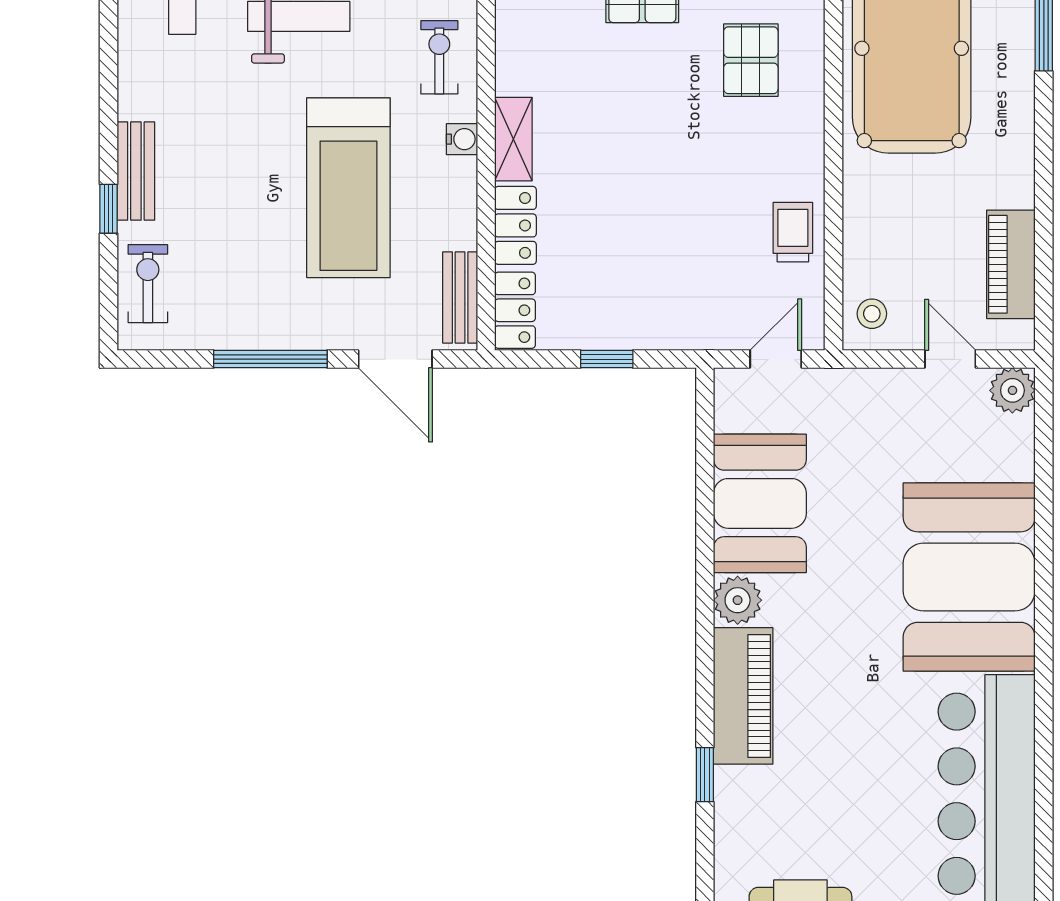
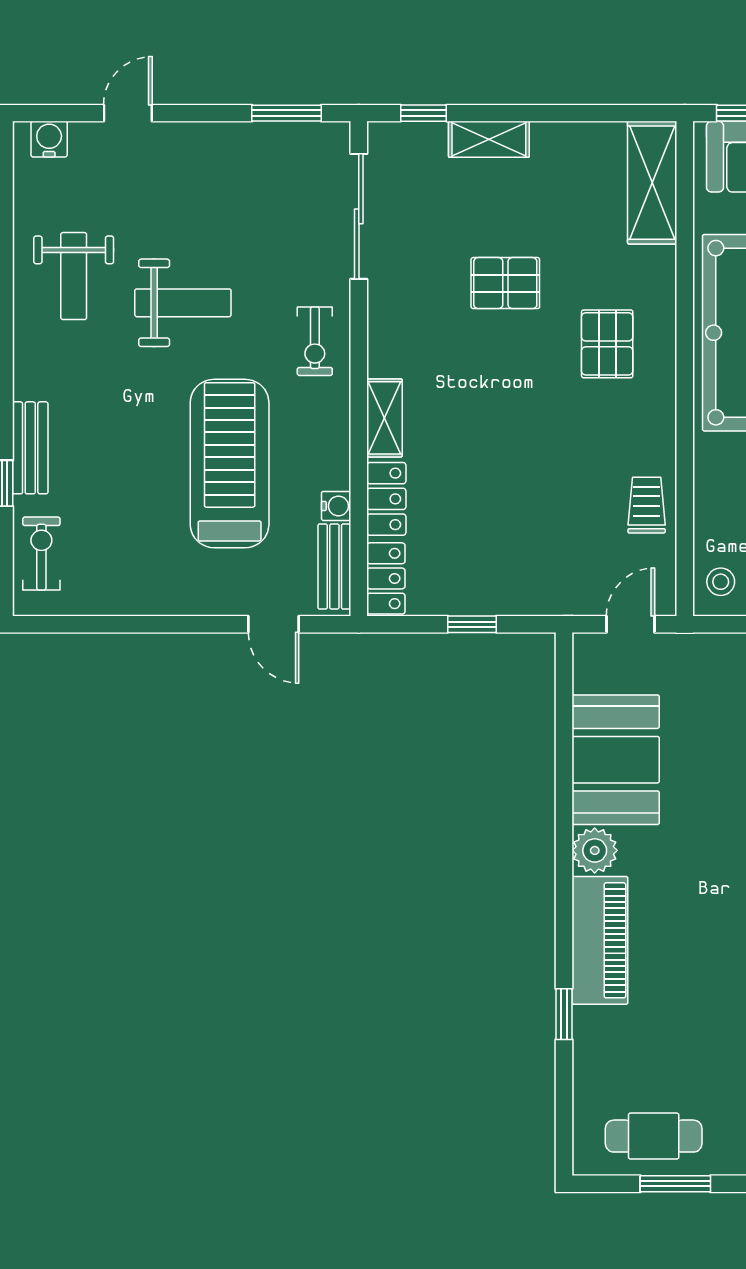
exercise bike: (439, 57) -> (315, 341), turned 180
water cooler: (462, 139) -> (336, 506), moved
treadmill: (348, 188) -> (230, 464), turned 180
window: (270, 359) -> (156, 624), removed
door: (395, 359) -> (274, 624), width x0.73

